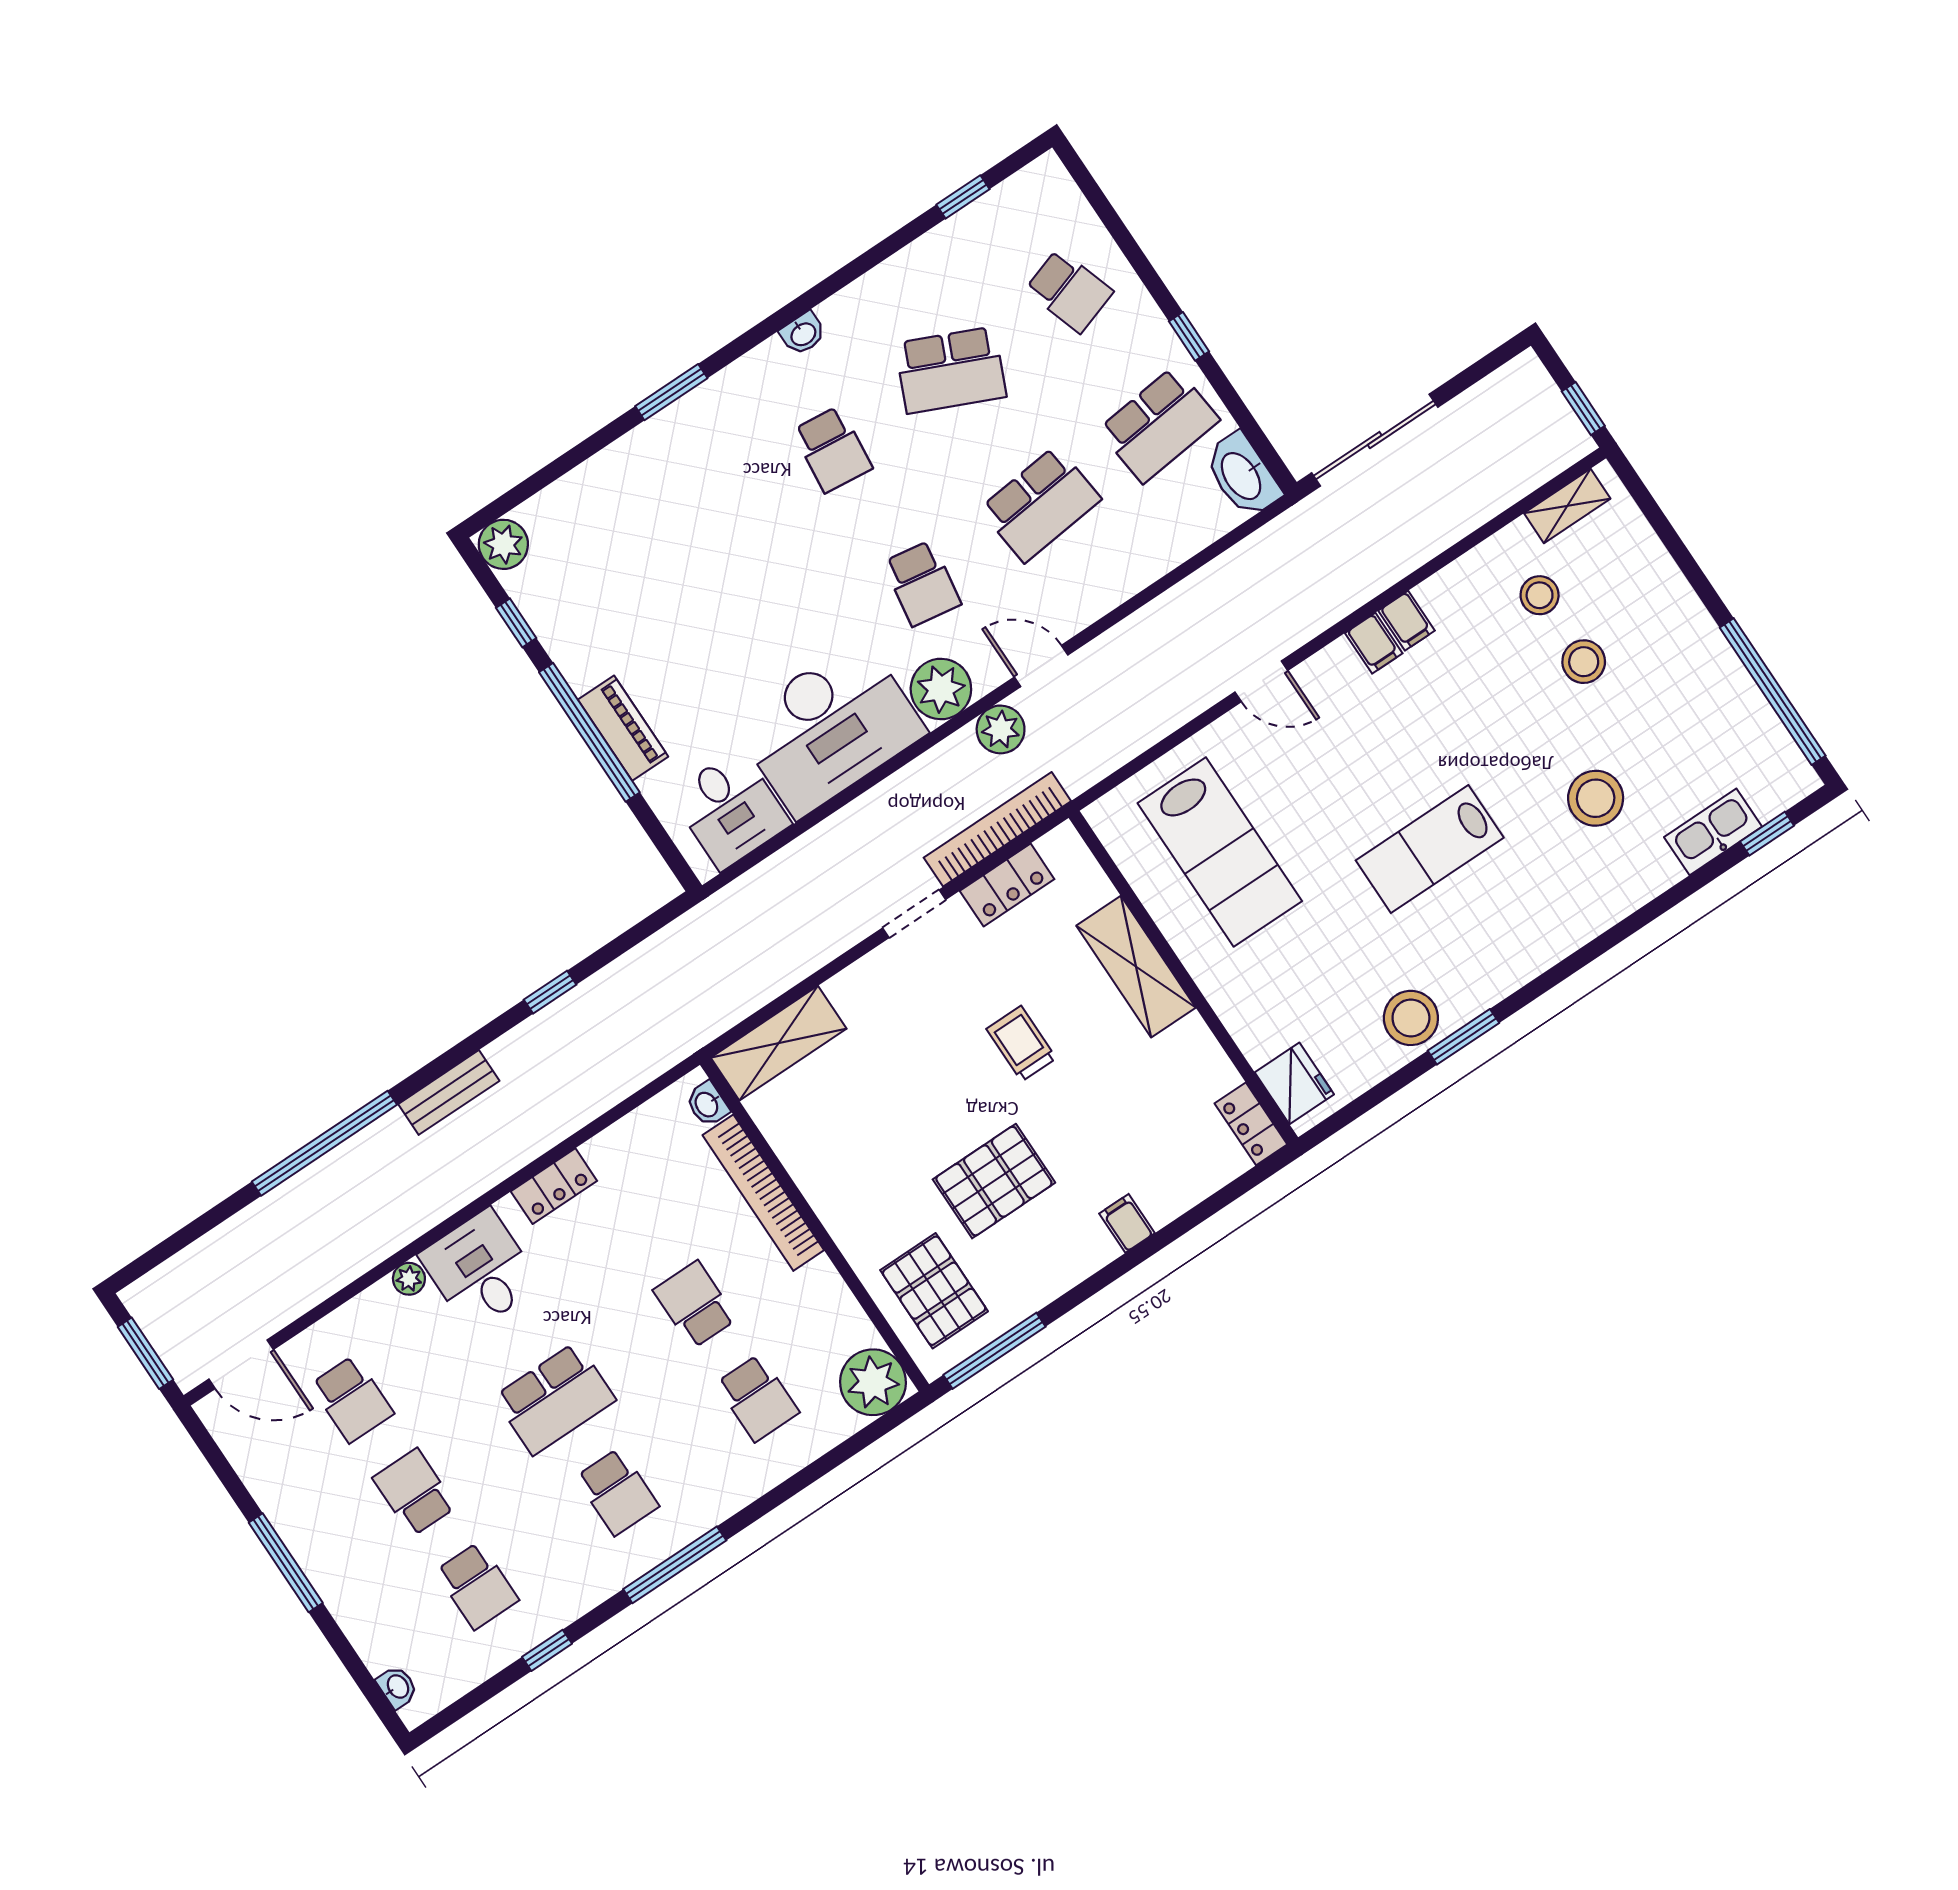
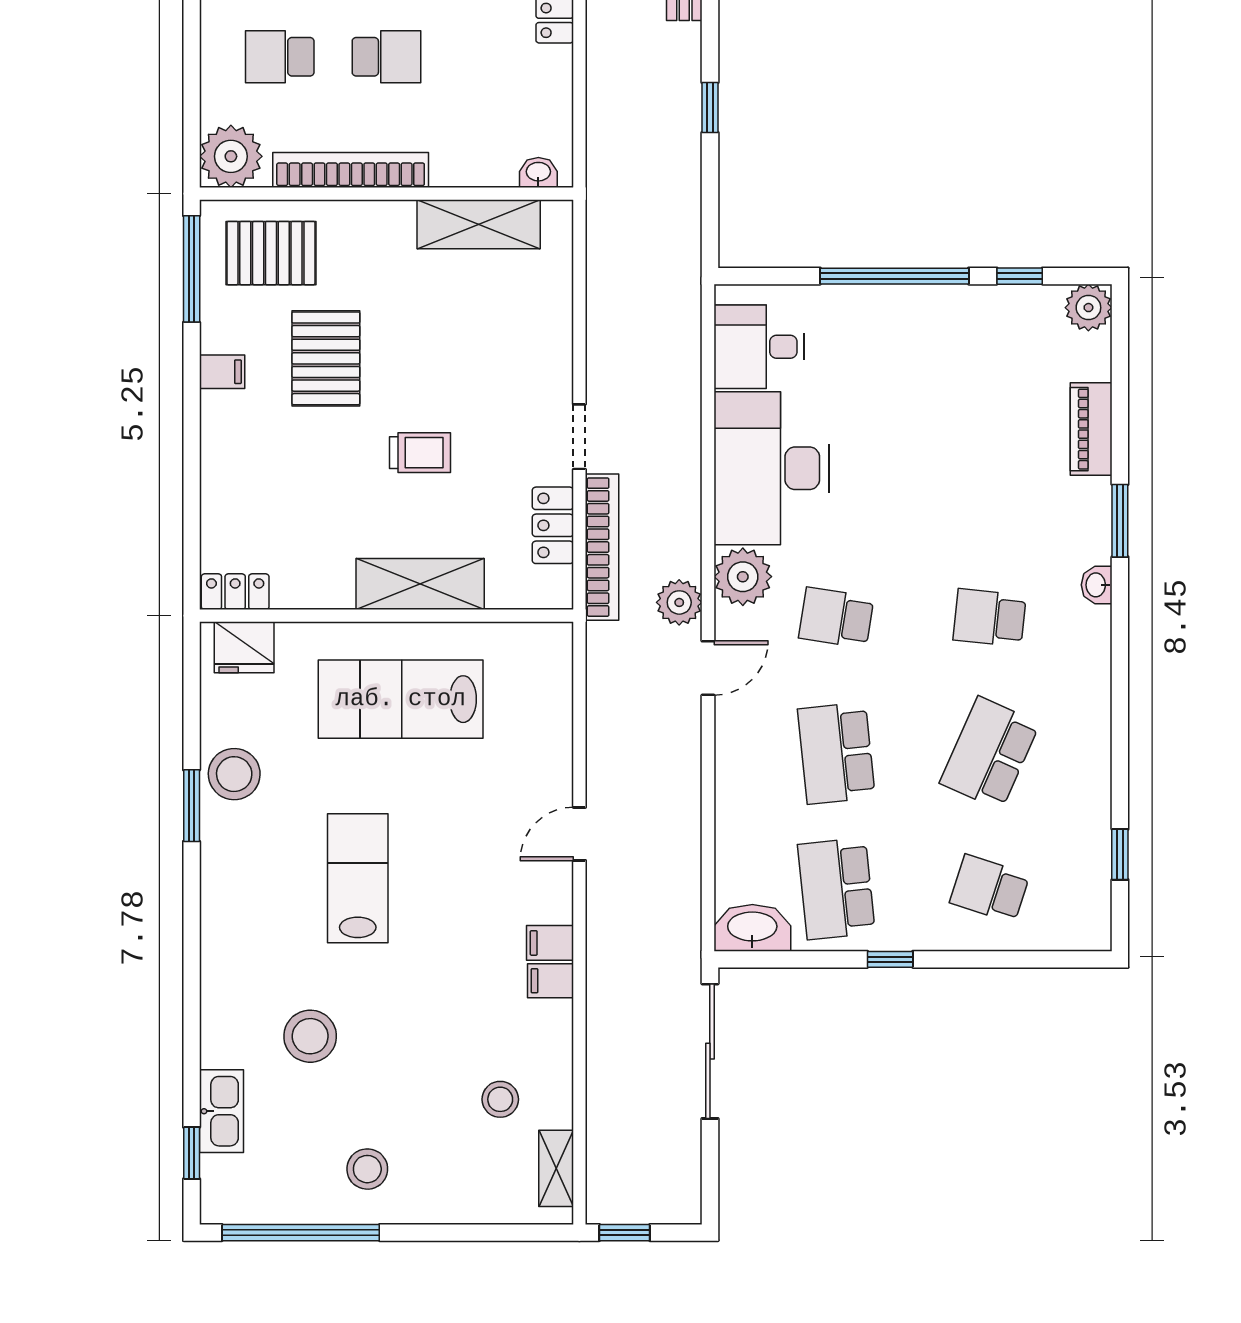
school desk: (1069, 291) -> (990, 889), turned 36
washbasin: (803, 334) -> (1097, 585), moved
stool: (1584, 662) -> (367, 1169), moved
piano: (623, 728) -> (1091, 429), moved, turned 90
lab bench: (1220, 852) -> (401, 699), moved
shelving: (779, 1043) -> (479, 224), moved, turned 90
bookcase: (763, 1193) -> (351, 170), moved
filing cabinet: (1127, 1223) -> (222, 372), moved

